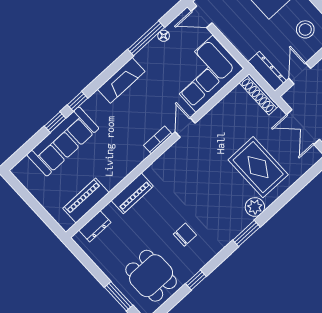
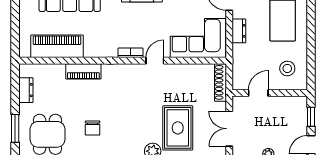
dresser: (267, 71) -> (239, 31), moved, width x0.70
piano: (86, 200) -> (57, 46), width x1.37, depth x1.33
dresser: (95, 226) -> (26, 90), moved, turned -90
chair: (185, 235) -> (93, 128), turned 90

